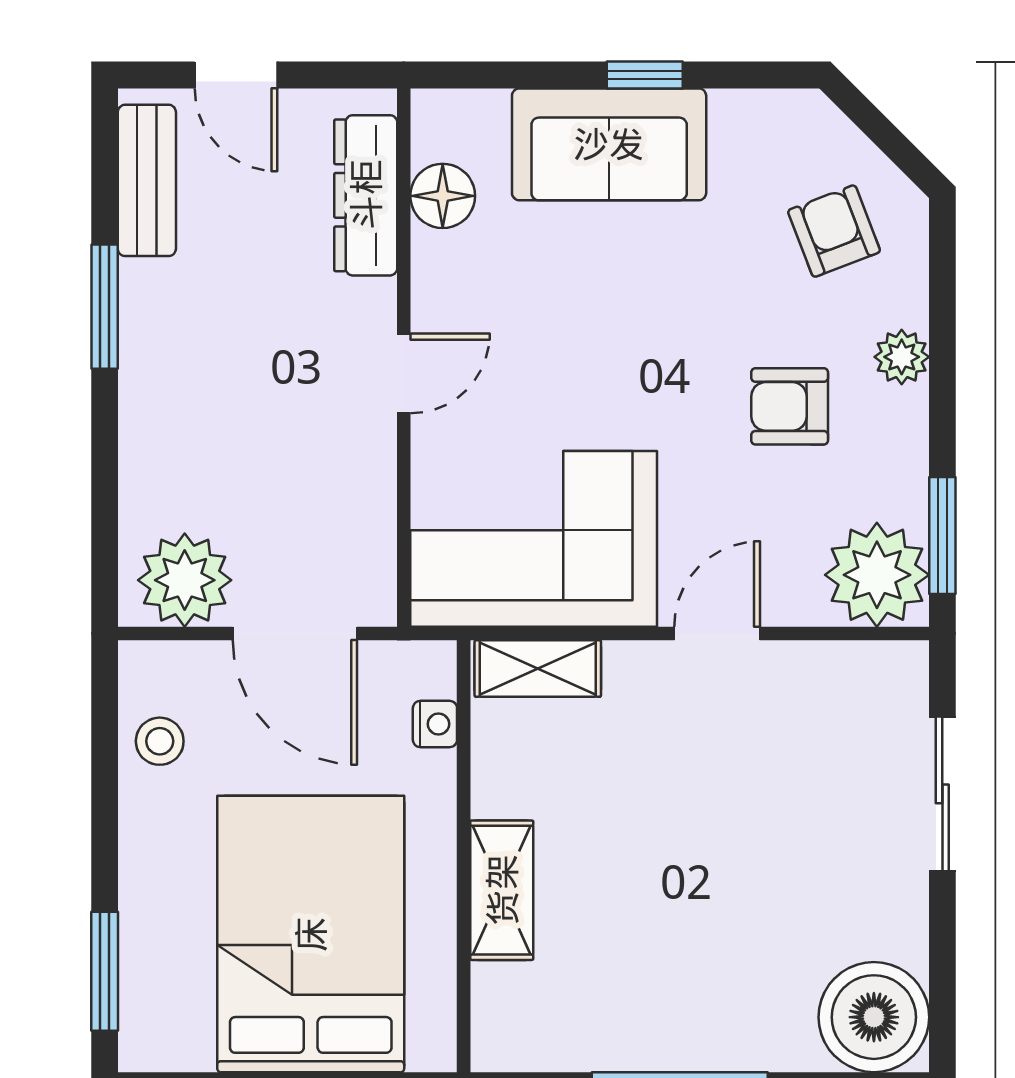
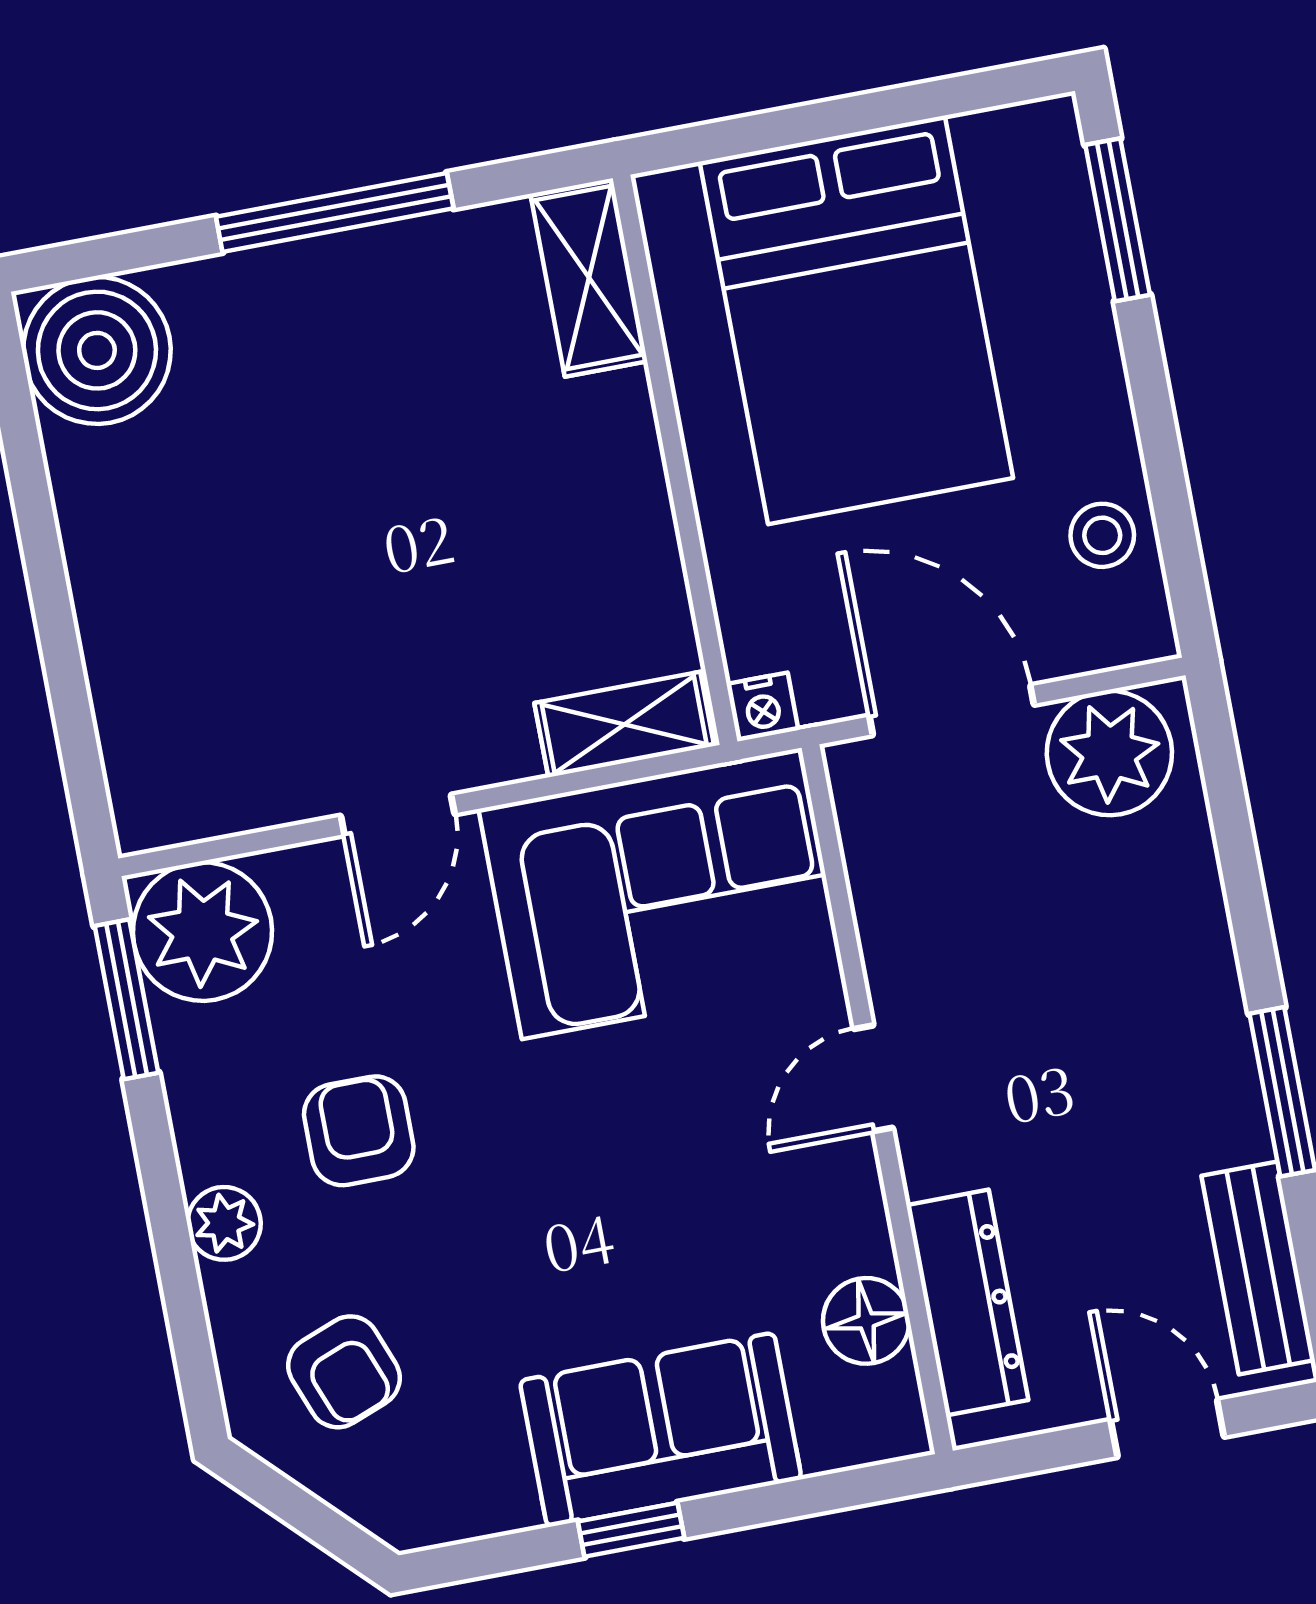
armchair: (790, 406) -> (359, 1131), turned -90
nightstand: (435, 724) -> (762, 707), moved, turned -90
sliding door: (942, 794) -> (62, 660), removed
shelving: (502, 890) -> (589, 277), moved

